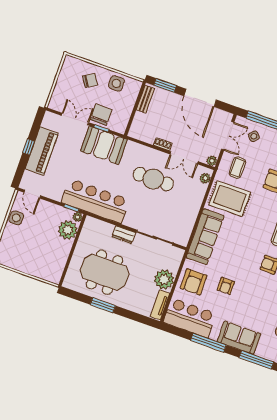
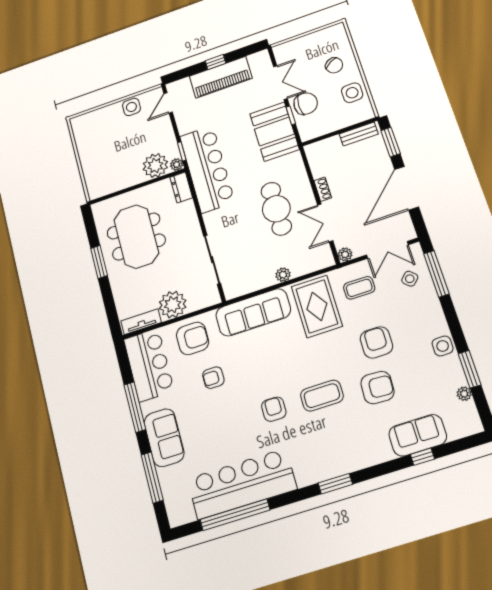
plant: (205, 178) -> (283, 275), moved
dresser: (124, 235) -> (181, 187), moved
armchair: (194, 282) -> (193, 338), turned 180

